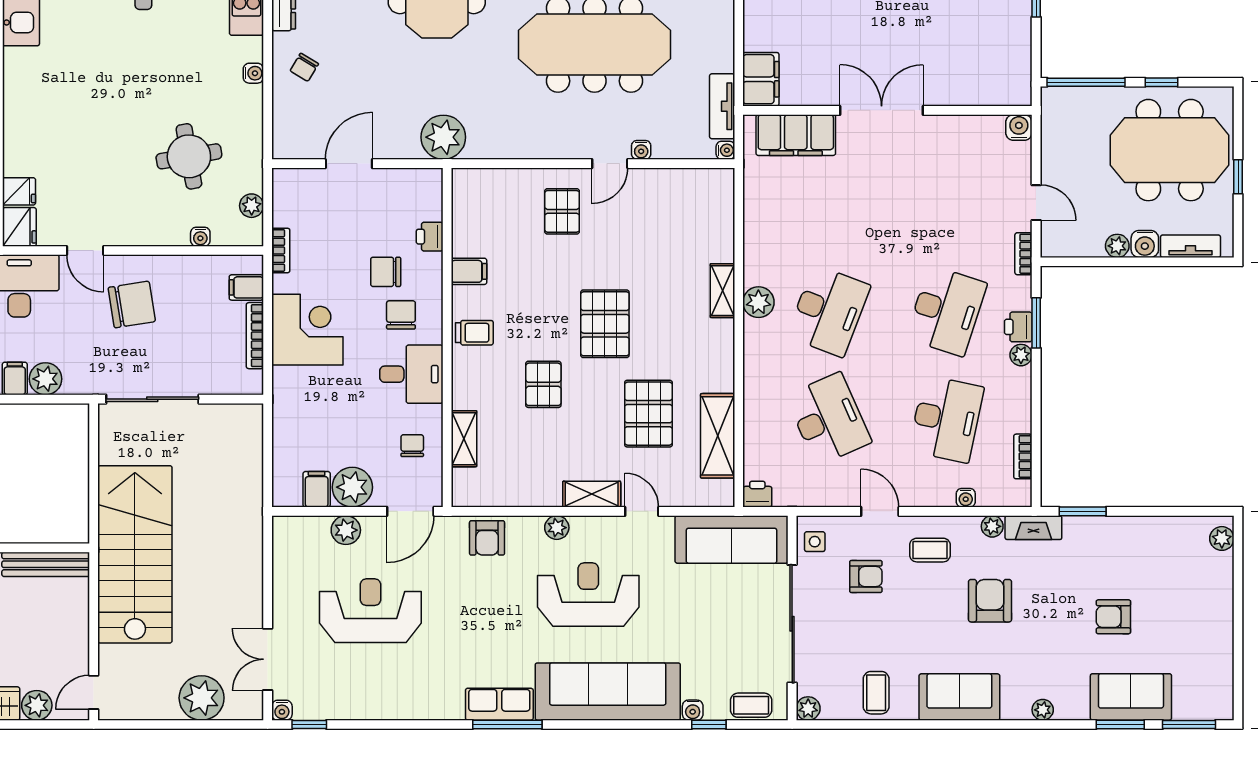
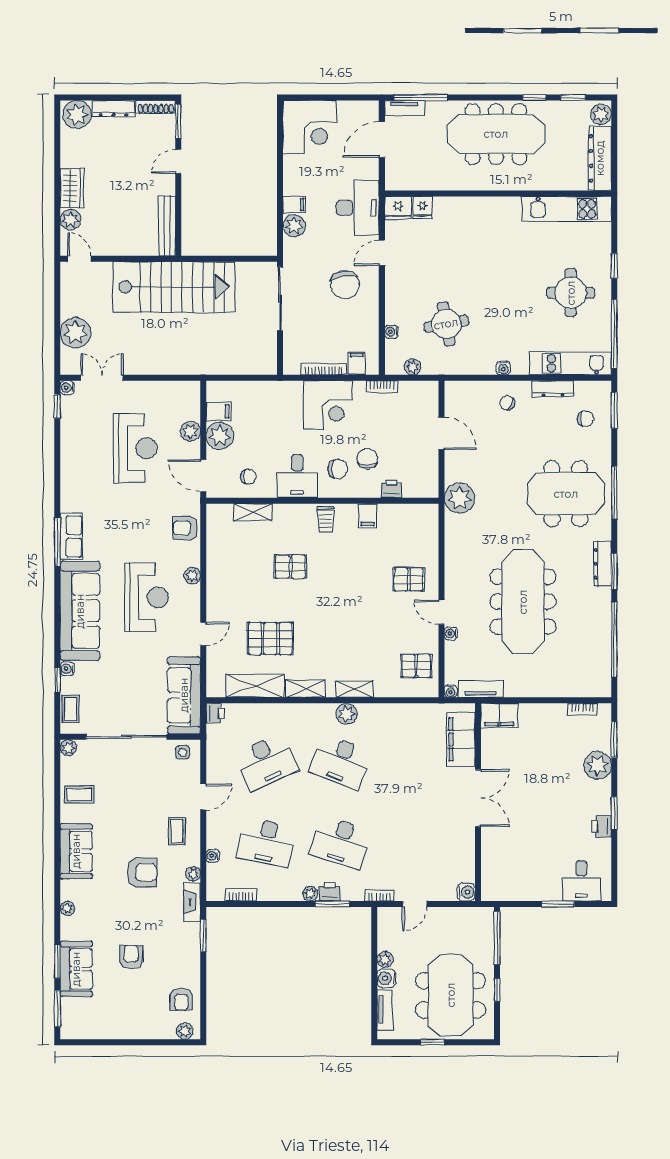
pallet: (605, 324) -> (416, 666), moved, width x0.67, depth x0.71
shelving: (592, 494) -> (305, 689), moved, turned 90
armchair: (866, 577) -> (181, 999), moved

